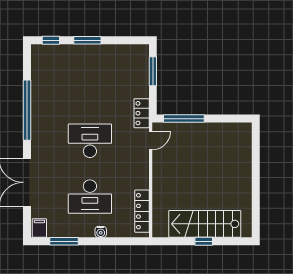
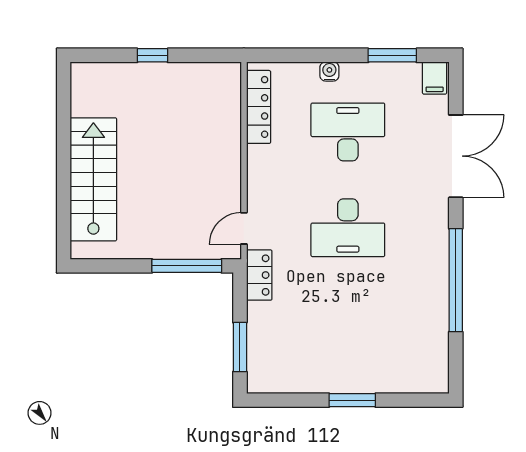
window: (51, 40) -> (415, 400), removed
stairs: (205, 224) -> (93, 179), moved, turned -90

